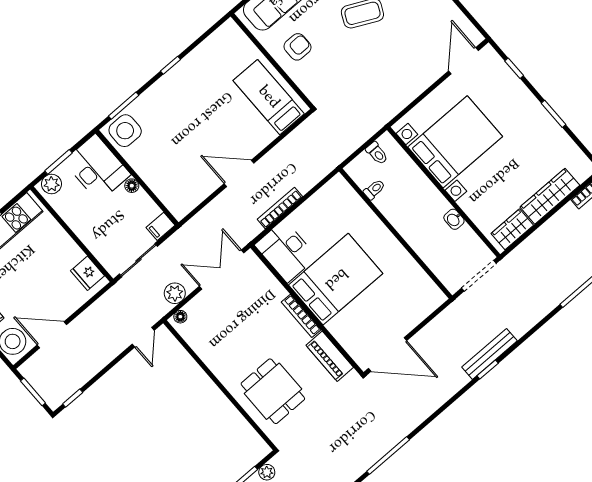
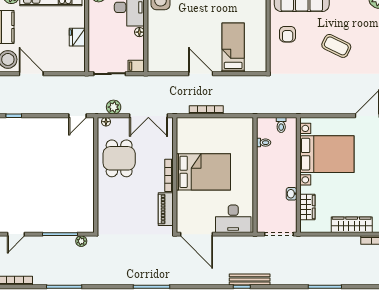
armchair: (297, 47) -> (288, 34), turned 90
bed: (269, 97) -> (233, 47), moved
wardrobe: (512, 229) -> (307, 207), moved, turned 90
desk: (286, 251) -> (233, 219), moved, turned -90
double door: (222, 270) -> (148, 116), swing flipped
fridge: (87, 273) -> (77, 37), moved
dining table: (273, 391) -> (119, 158), moved

